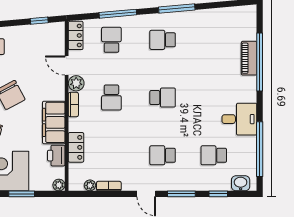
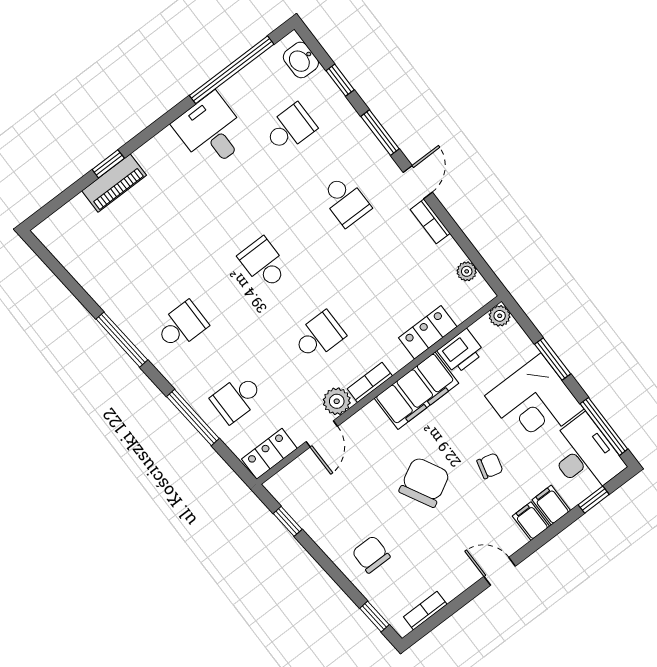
school desk: (163, 40) -> (182, 326), turned -90
window: (260, 62) -> (108, 164), width x0.32
school desk: (214, 155) -> (290, 128), turned -90
bookcase: (109, 186) -> (430, 221), moved

